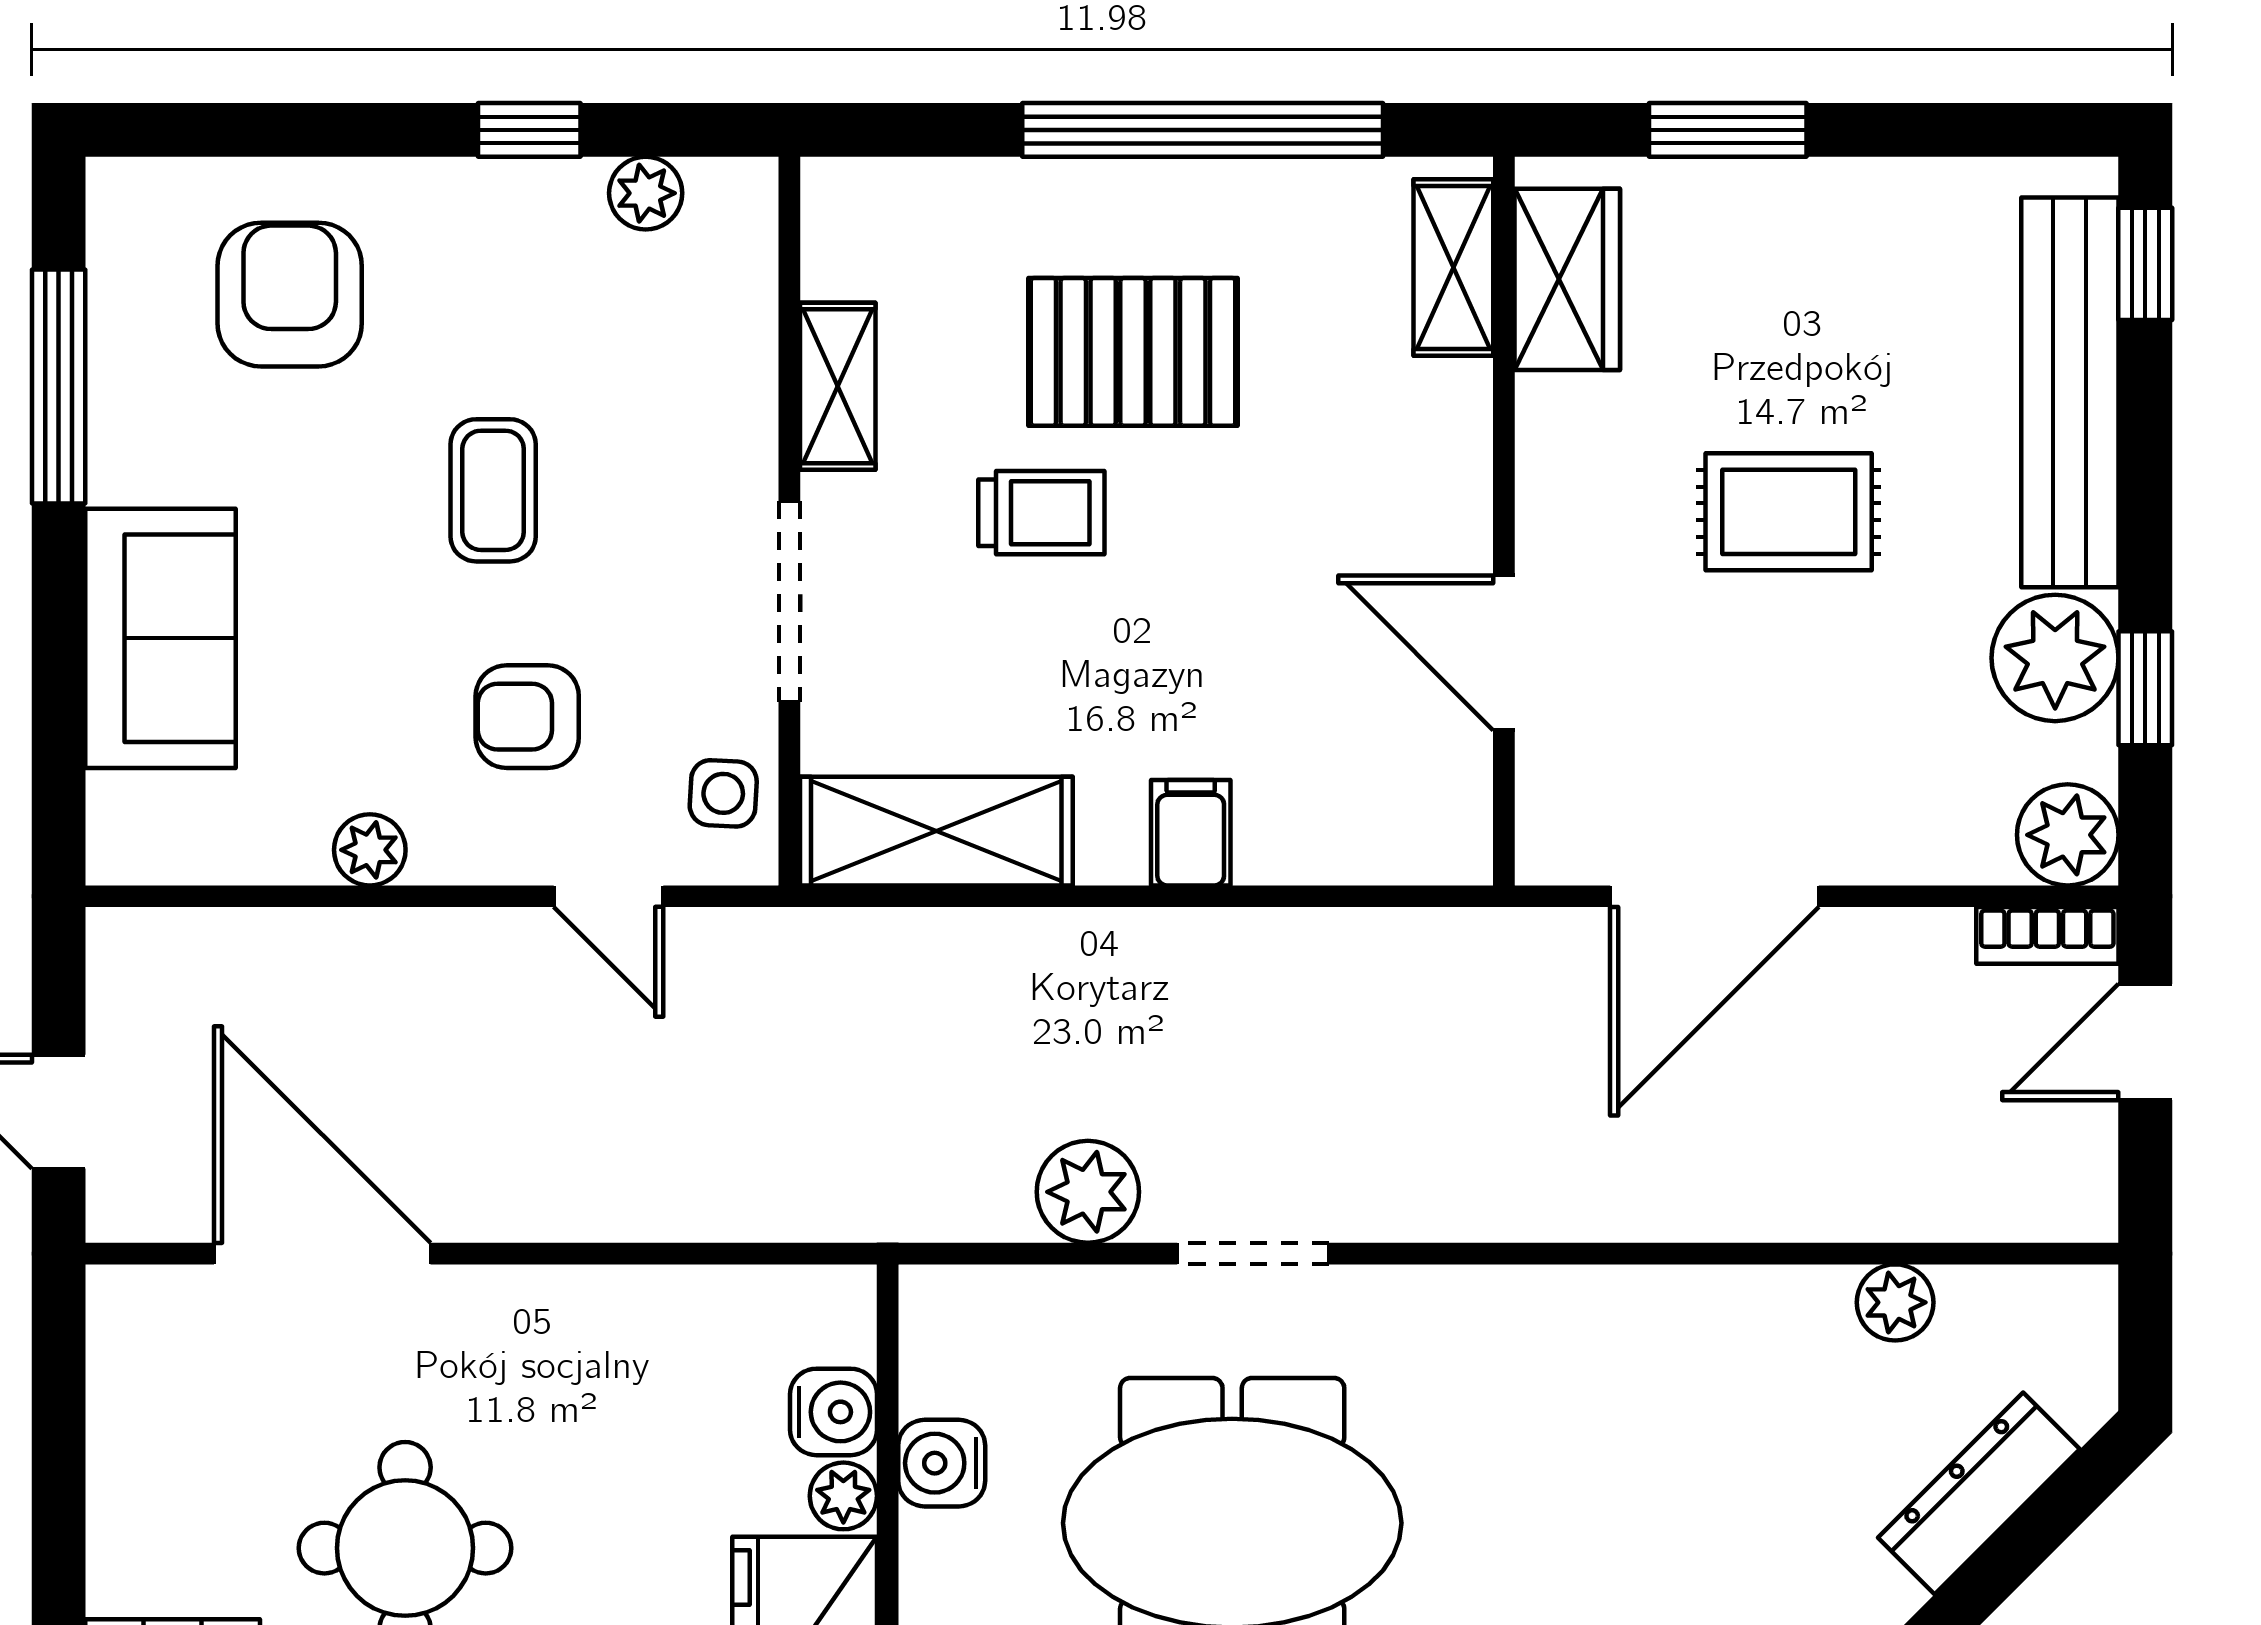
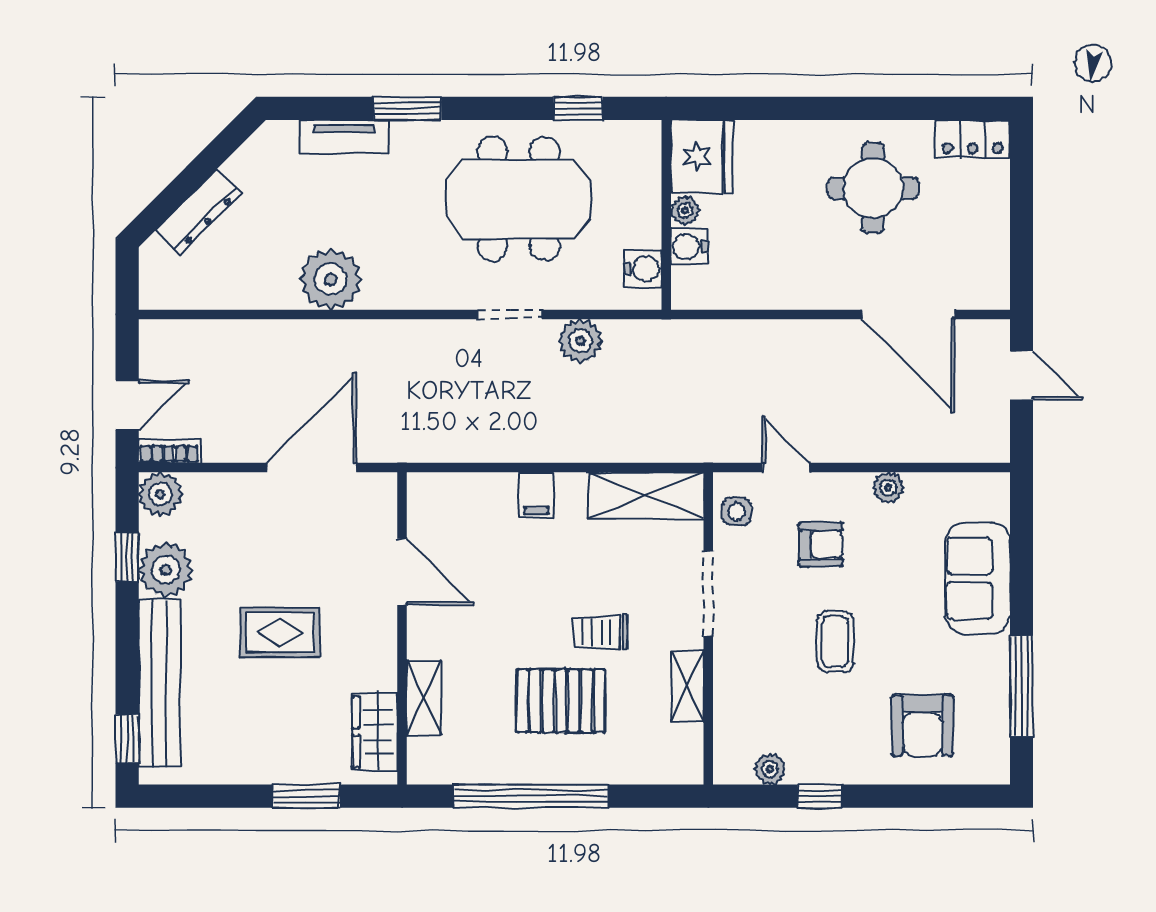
shelving: (1453, 268) -> (424, 698), moved
plant: (1895, 1302) -> (331, 279), moved, width x1.87, depth x1.87
water cooler: (942, 1463) -> (643, 269), moved

